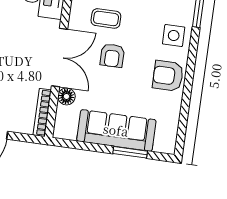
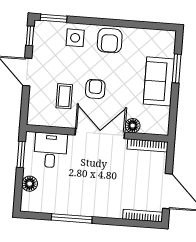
armchair: (112, 55) -> (95, 89), turned -90
sofa: (116, 130) -> (159, 81), width x0.73

